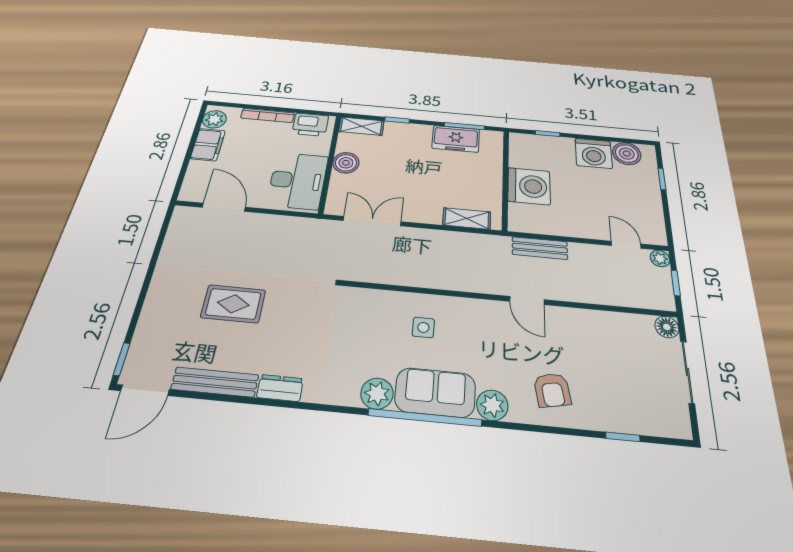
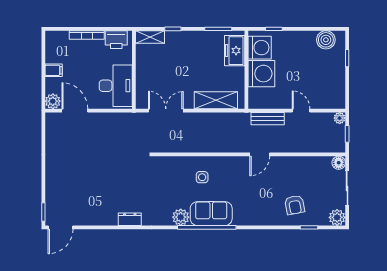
plant: (214, 119) -> (53, 101), moved
freezer: (456, 139) -> (235, 51), moved, turned 90
filing cabinet: (208, 145) -> (54, 70), width x0.50
washing machine: (594, 153) -> (260, 48), moved, turned -90
boiler: (346, 163) -> (144, 68), removed
shelving: (467, 218) -> (216, 100), width x1.50, depth x1.33
door: (626, 245) -> (301, 111), moved
door: (527, 300) -> (260, 154), hinge flipped
rug: (233, 304) -> (95, 174), removed
bench: (215, 382) -> (95, 219), removed
armchair: (552, 390) -> (295, 205), moved
plant: (492, 405) -> (337, 217), moved

